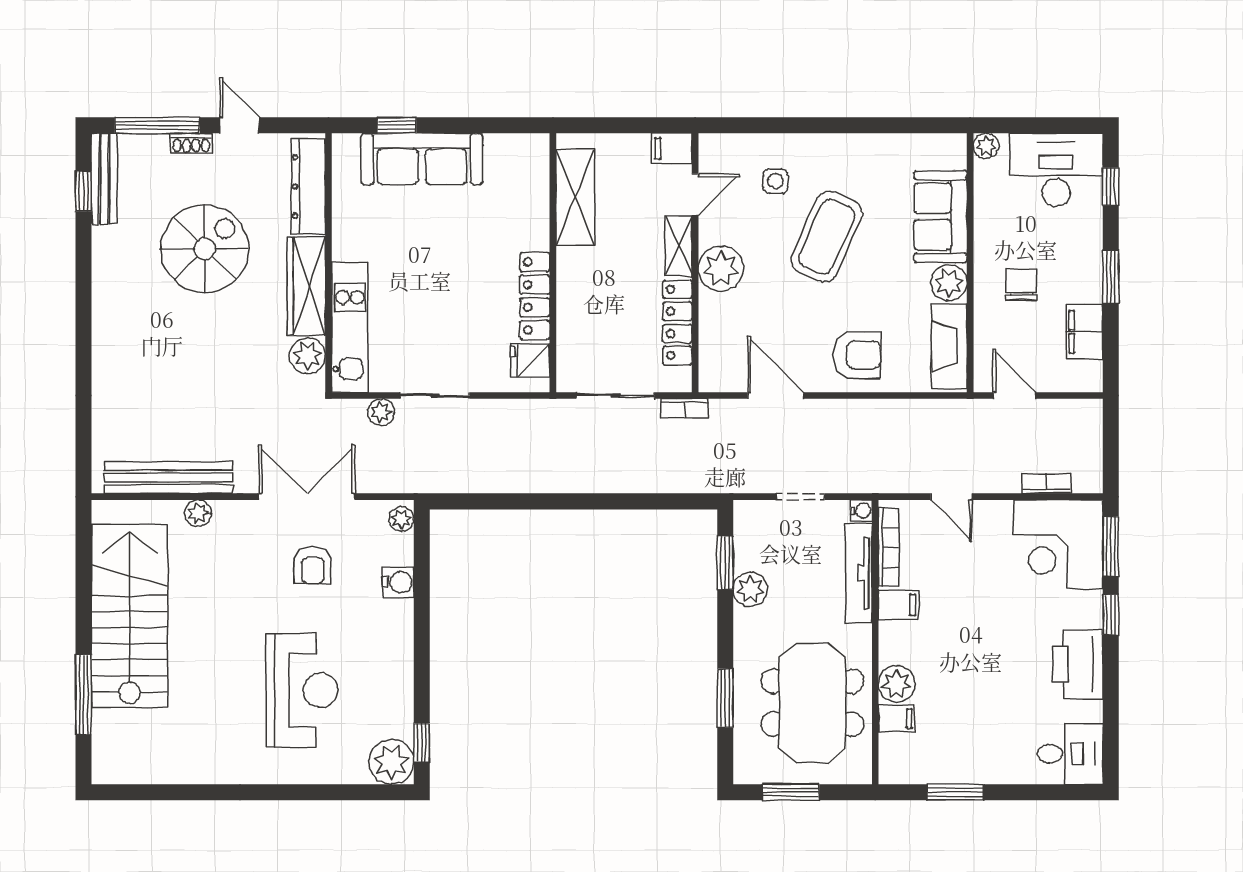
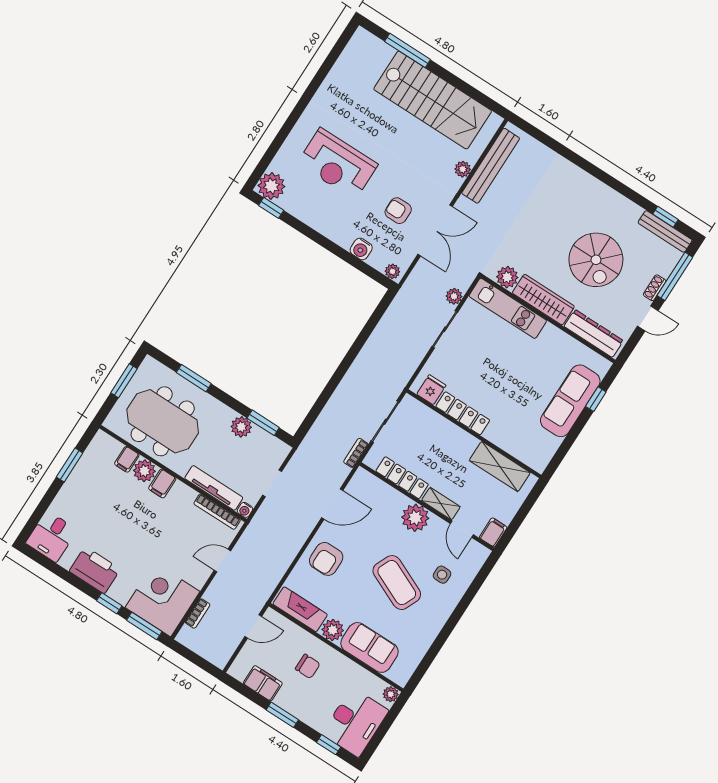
filing cabinet: (899, 605) -> (162, 484), moved

